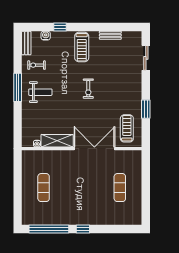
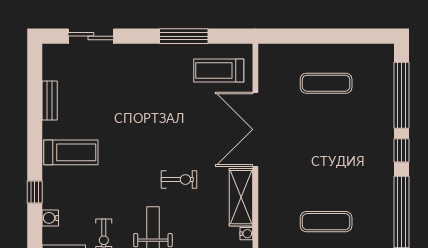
exercise bike: (88, 89) -> (179, 180), moved
window: (146, 109) -> (184, 36), width x1.44
window: (113, 229) -> (401, 95), added

